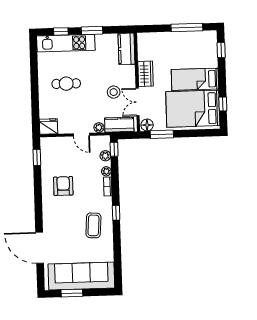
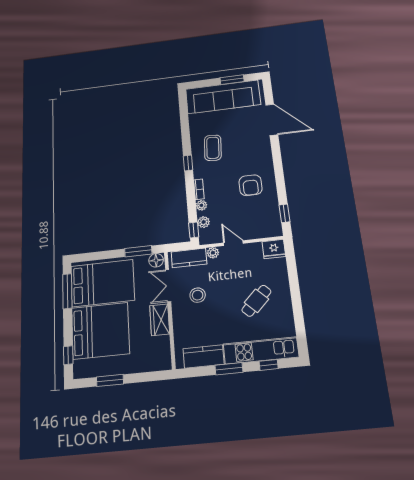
window: (187, 28) -> (110, 380), width x0.69
kitchen counter: (127, 49) -> (203, 357), moved, turned -90
bed: (195, 79) -> (100, 331), width x2.04
cafe table: (66, 84) -> (256, 301), turned -45
double door: (138, 102) -> (168, 286), swing flipped
window: (223, 104) -> (67, 291), width x2.17

